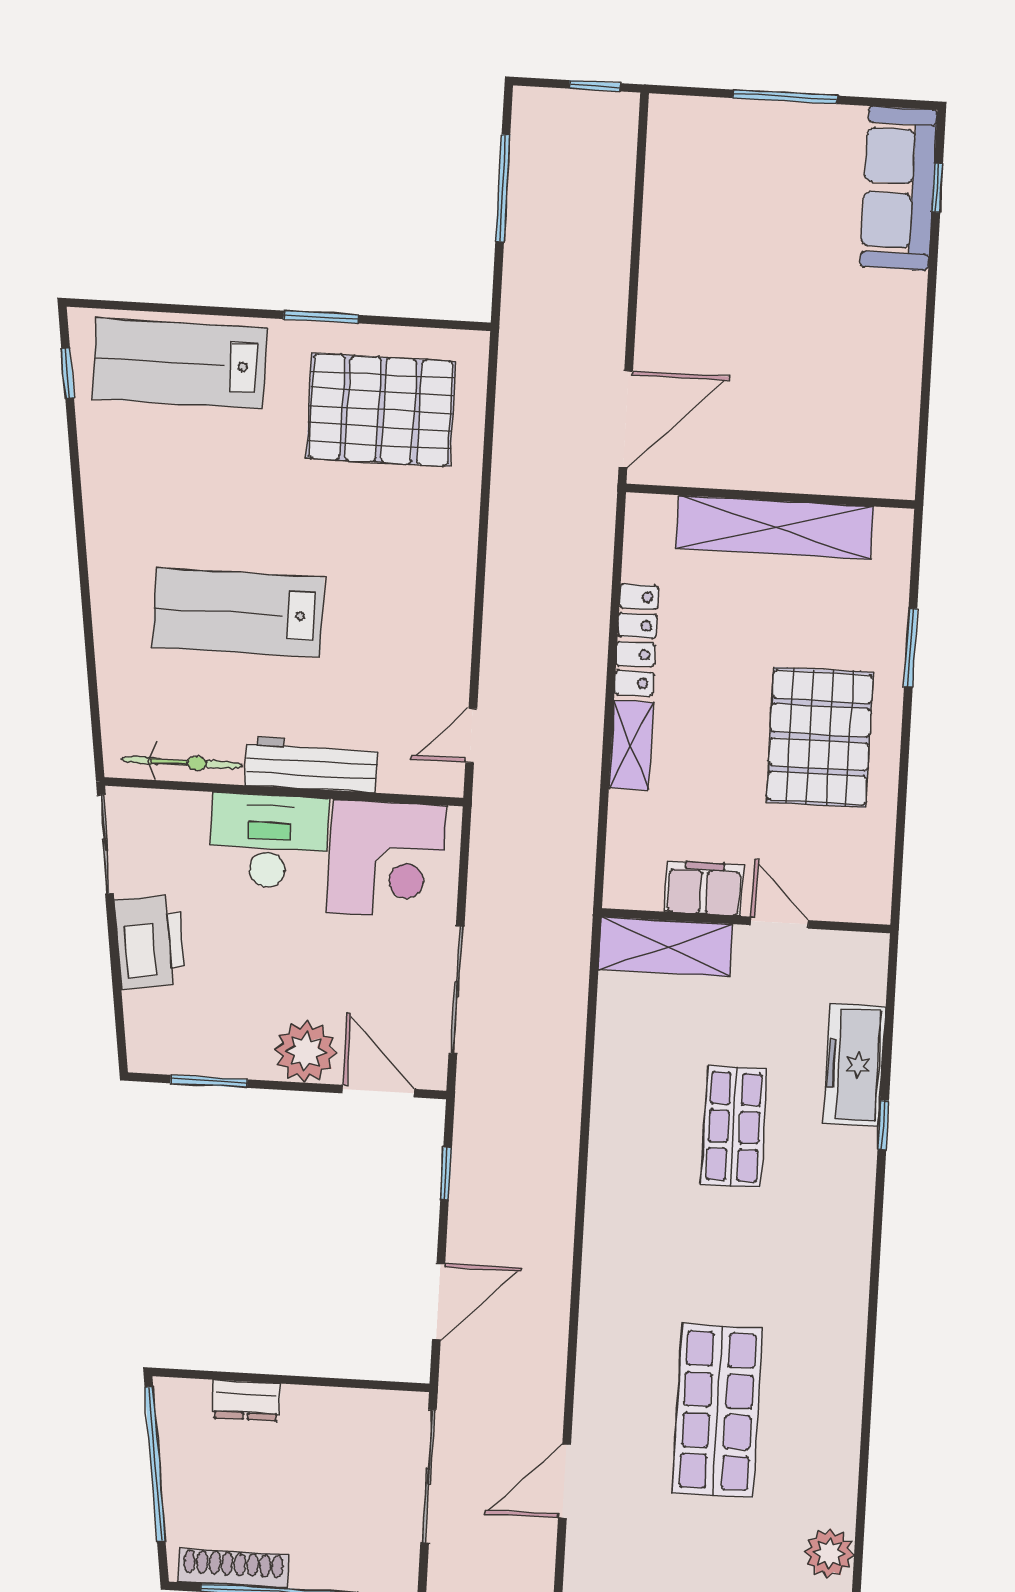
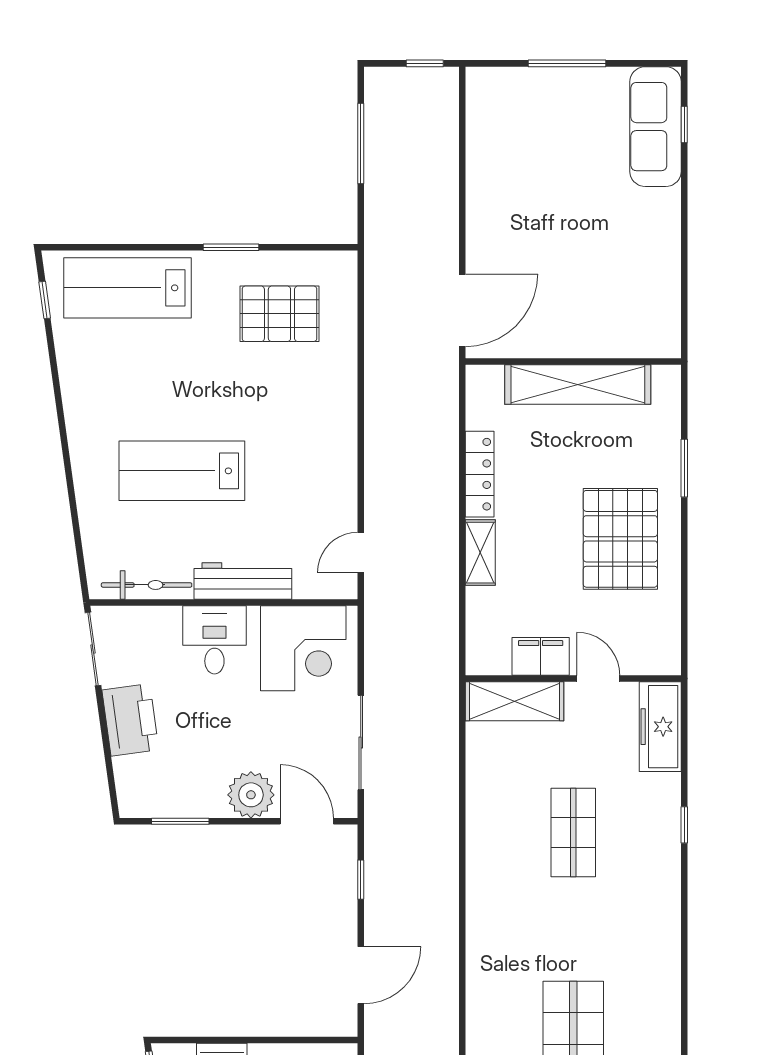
pallet: (381, 410) -> (279, 314), width x0.73, depth x0.71
desk: (269, 841) -> (214, 640), width x0.73
freezer: (854, 1065) -> (660, 727), moved

